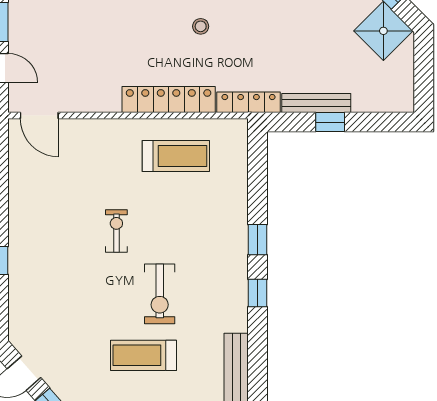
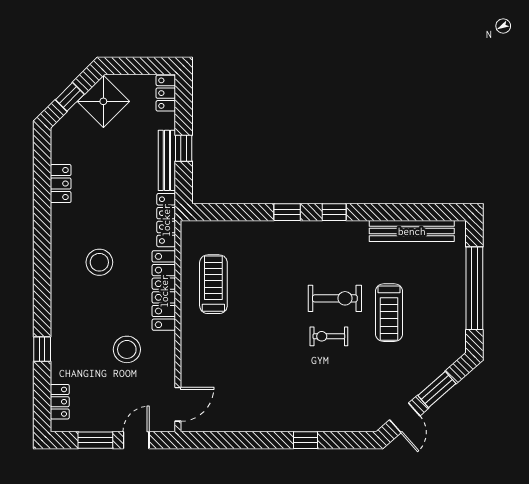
stool: (201, 26) -> (99, 262), width x1.89, depth x1.89
stool: (102, 58) -> (127, 349), added
locker: (393, 102) -> (166, 93), added
exercise bike: (116, 231) -> (329, 336), moved

